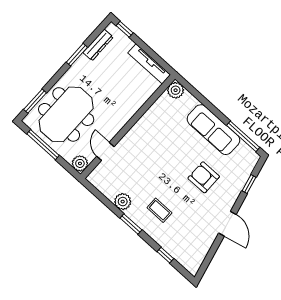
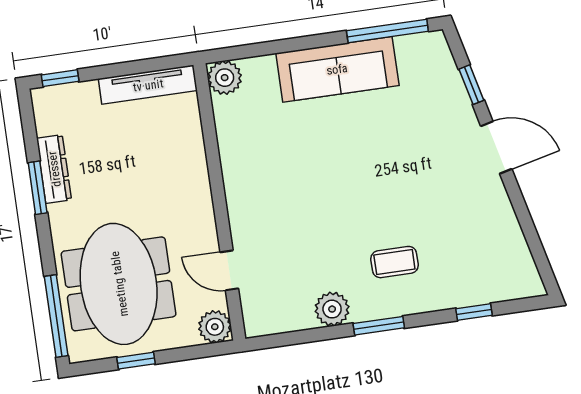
dresser: (98, 45) -> (54, 169), moved
window: (35, 101) -> (56, 316), width x1.44
window: (43, 145) -> (136, 361), width x0.46
armchair: (204, 177) -> (401, 148), removed
door: (227, 224) -> (496, 148), moved

